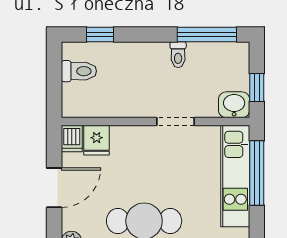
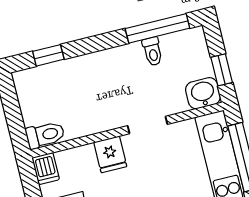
toilet: (178, 55) -> (153, 51), moved
toilet: (79, 71) -> (45, 135), moved
fridge: (97, 140) -> (110, 154), moved

